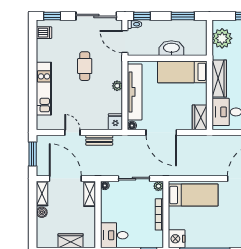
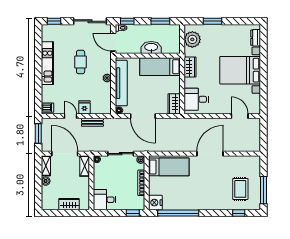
dishwasher: (44, 33) -> (47, 108), moved
wardrobe: (219, 79) -> (190, 67), width x0.67
kitchen unit: (44, 89) -> (47, 63), moved
fridge: (115, 122) -> (84, 107), moved

